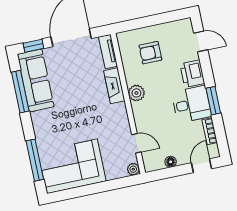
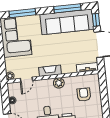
sofa: (36, 80) -> (67, 22), width x1.36, depth x1.27
fireplace: (114, 86) -> (50, 71), moved

